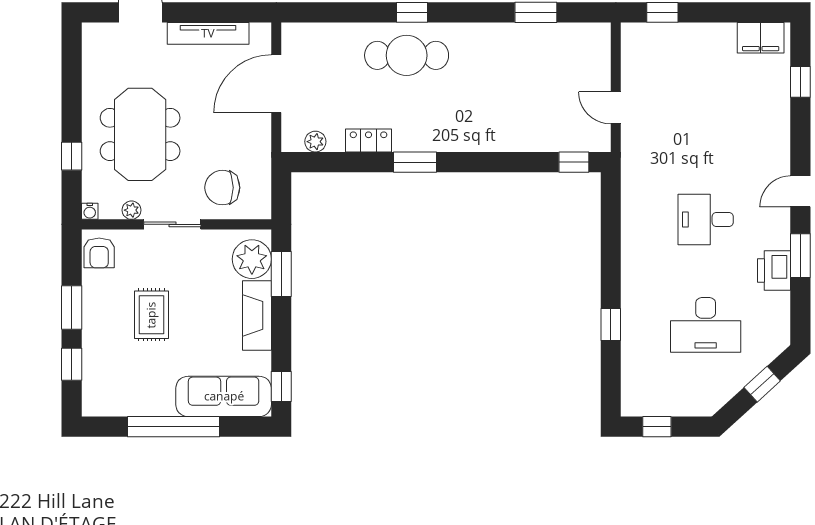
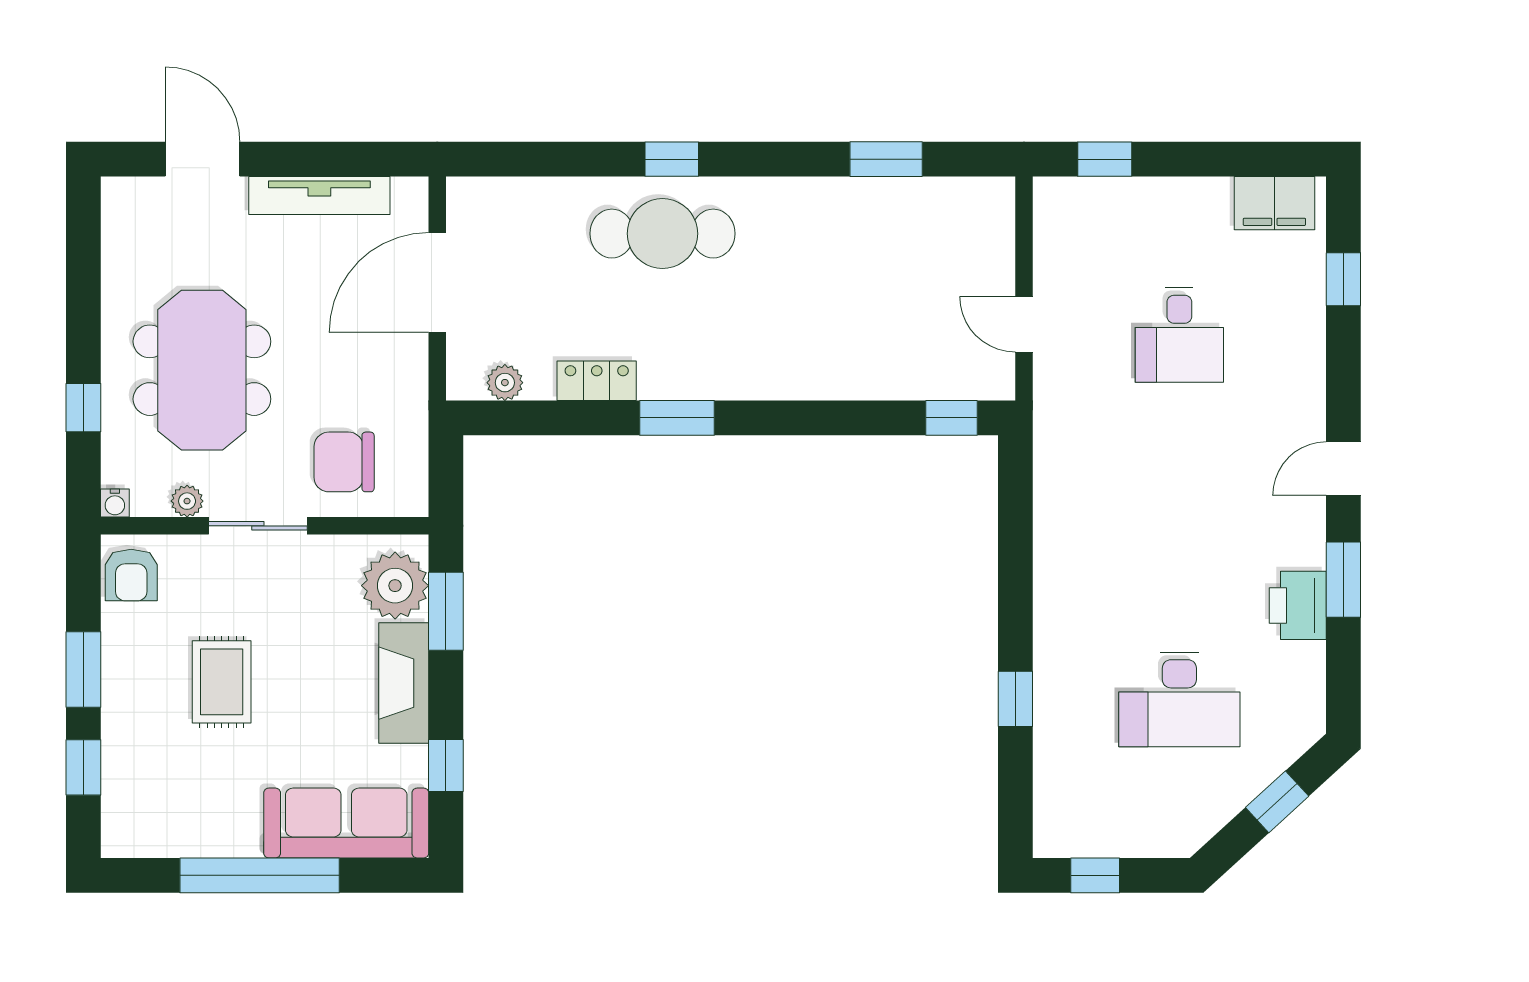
desk: (706, 219) -> (1179, 335), moved, turned -90
window: (281, 387) -> (446, 765), moved

